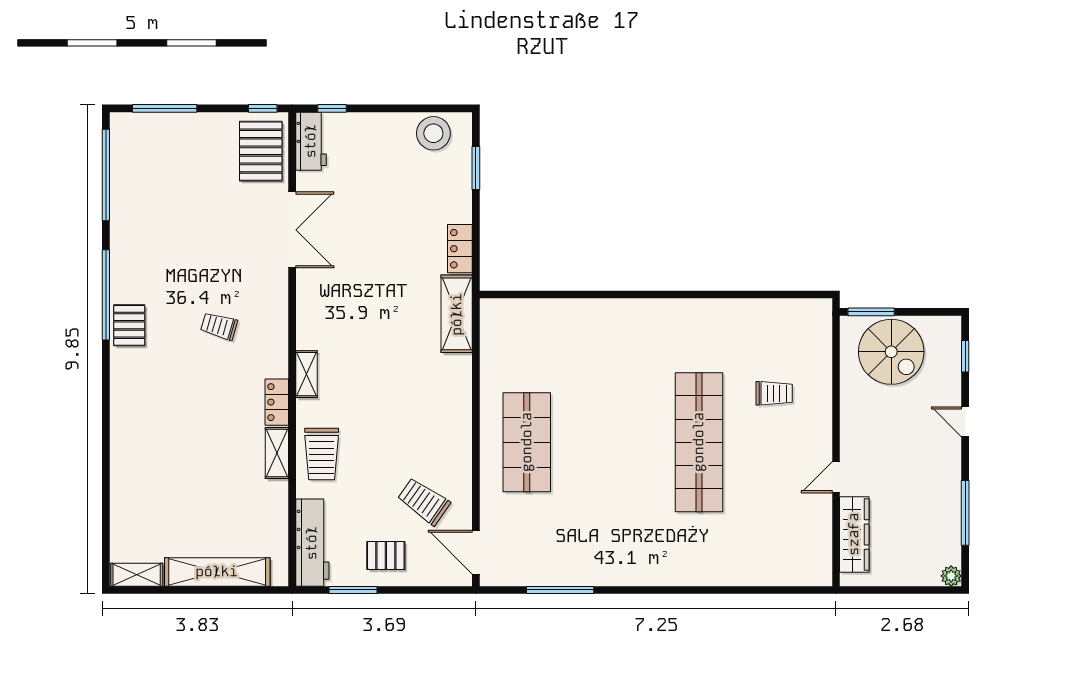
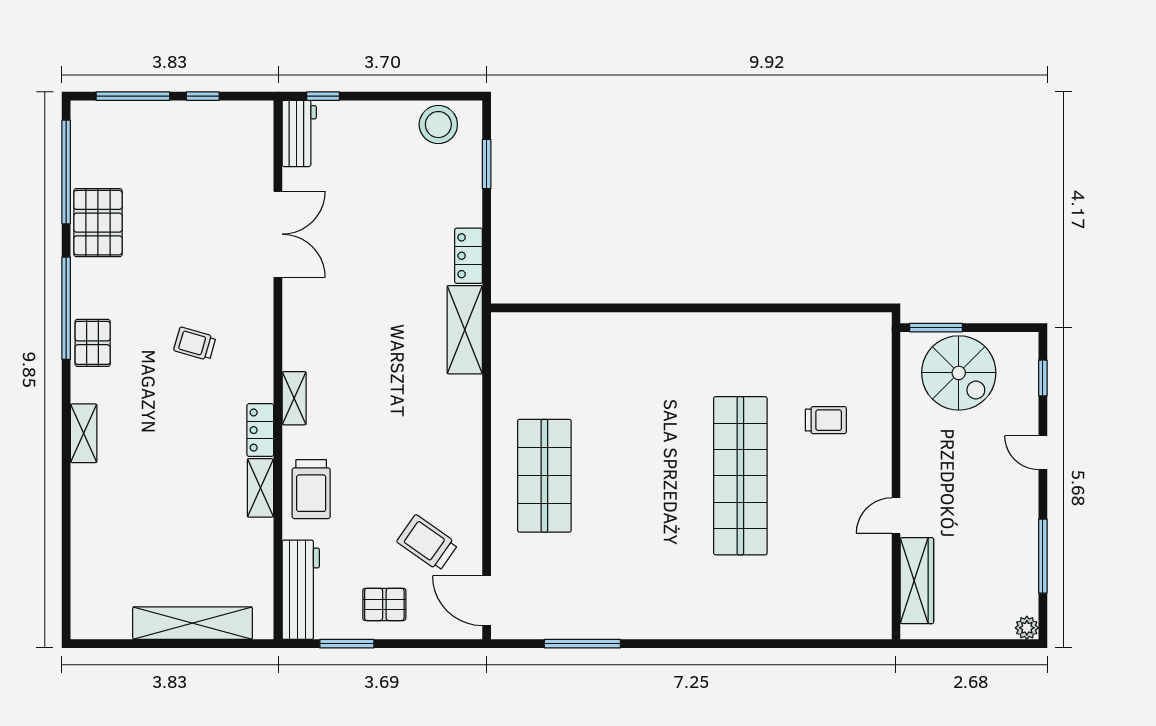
window: (263, 108) -> (203, 96), moved
pallet: (261, 151) -> (98, 223), moved
shelving: (137, 575) -> (84, 433), moved, turned 90

